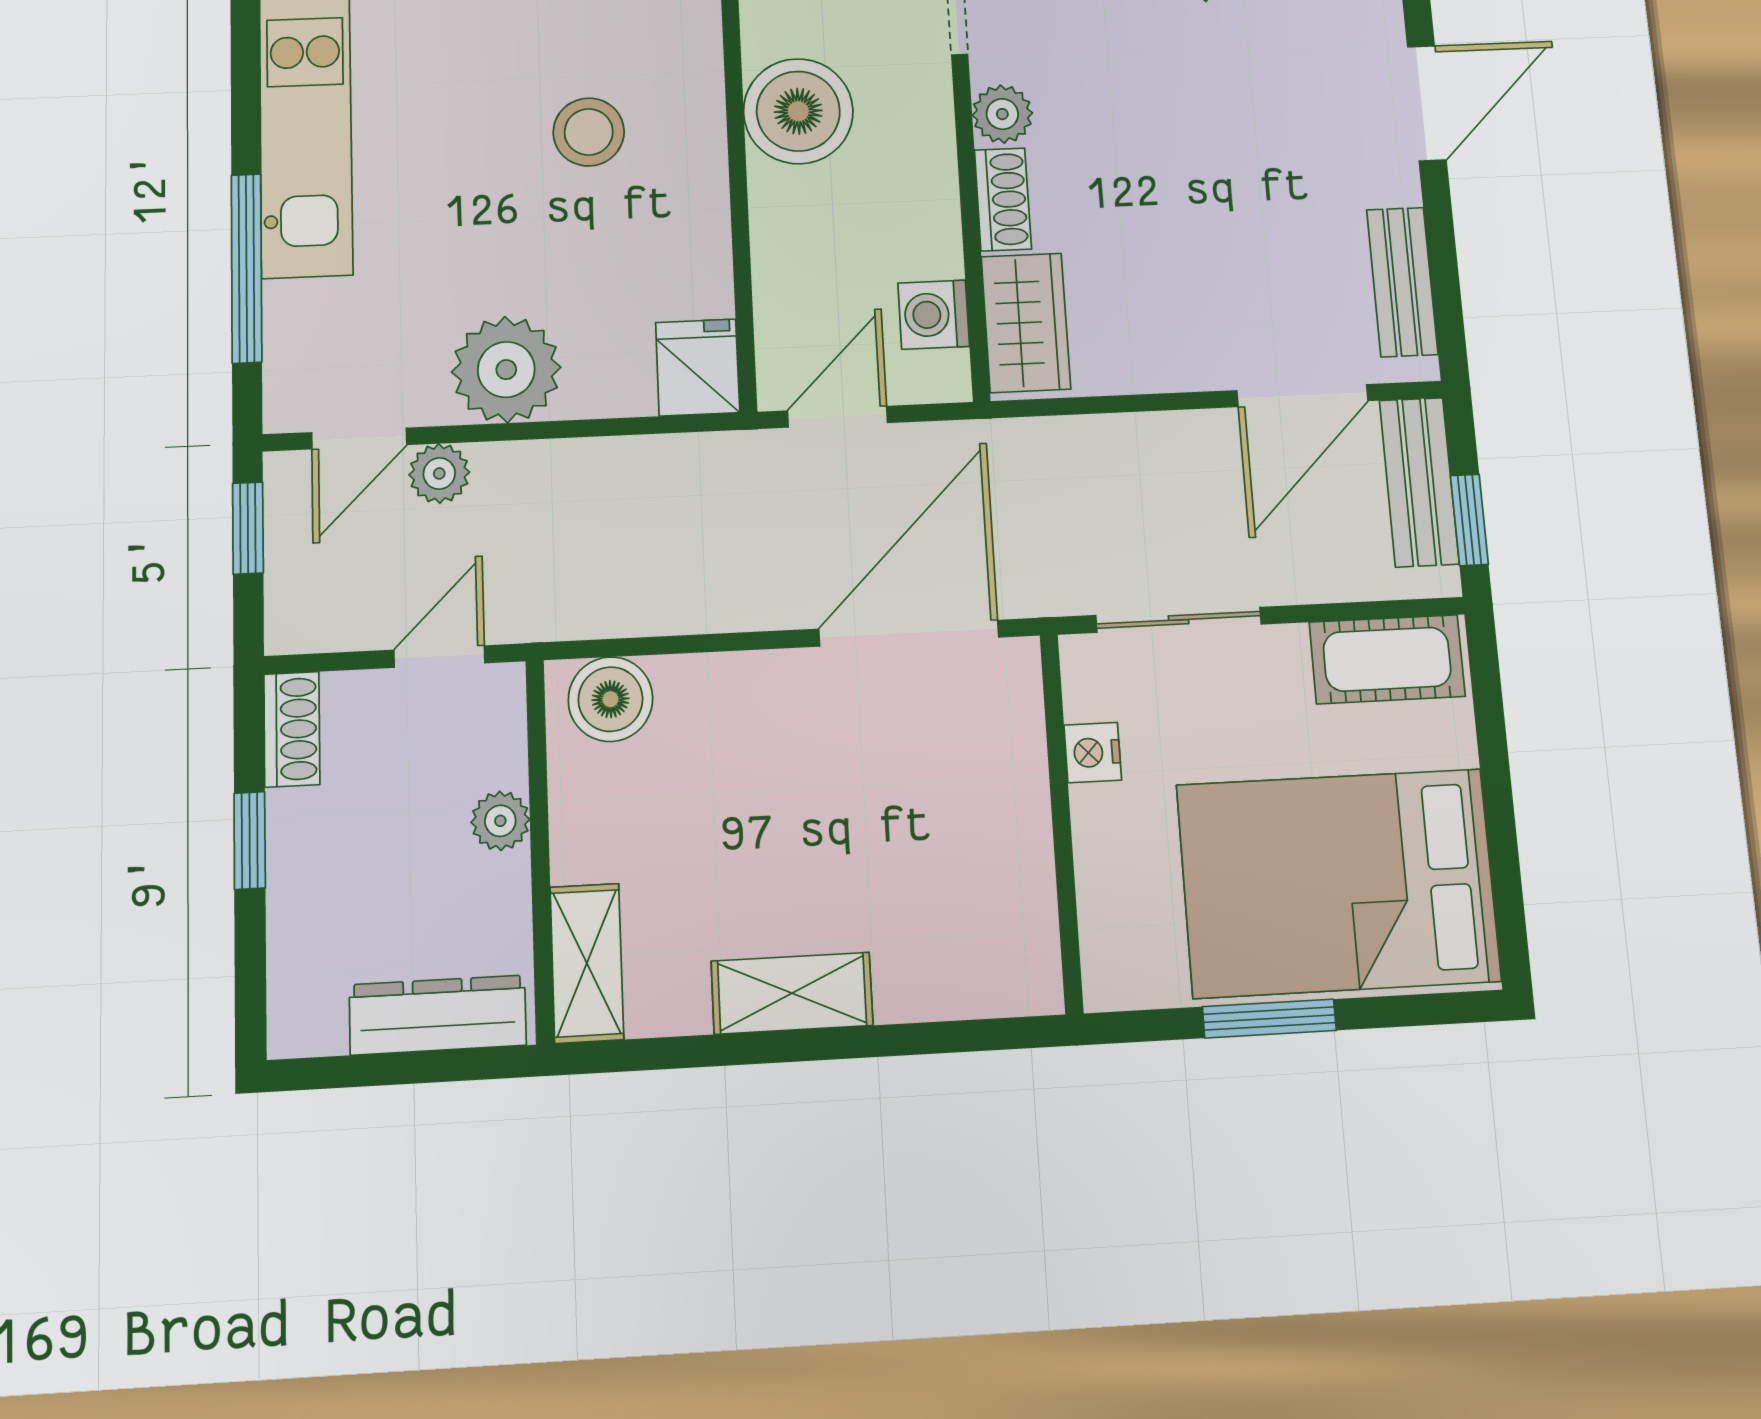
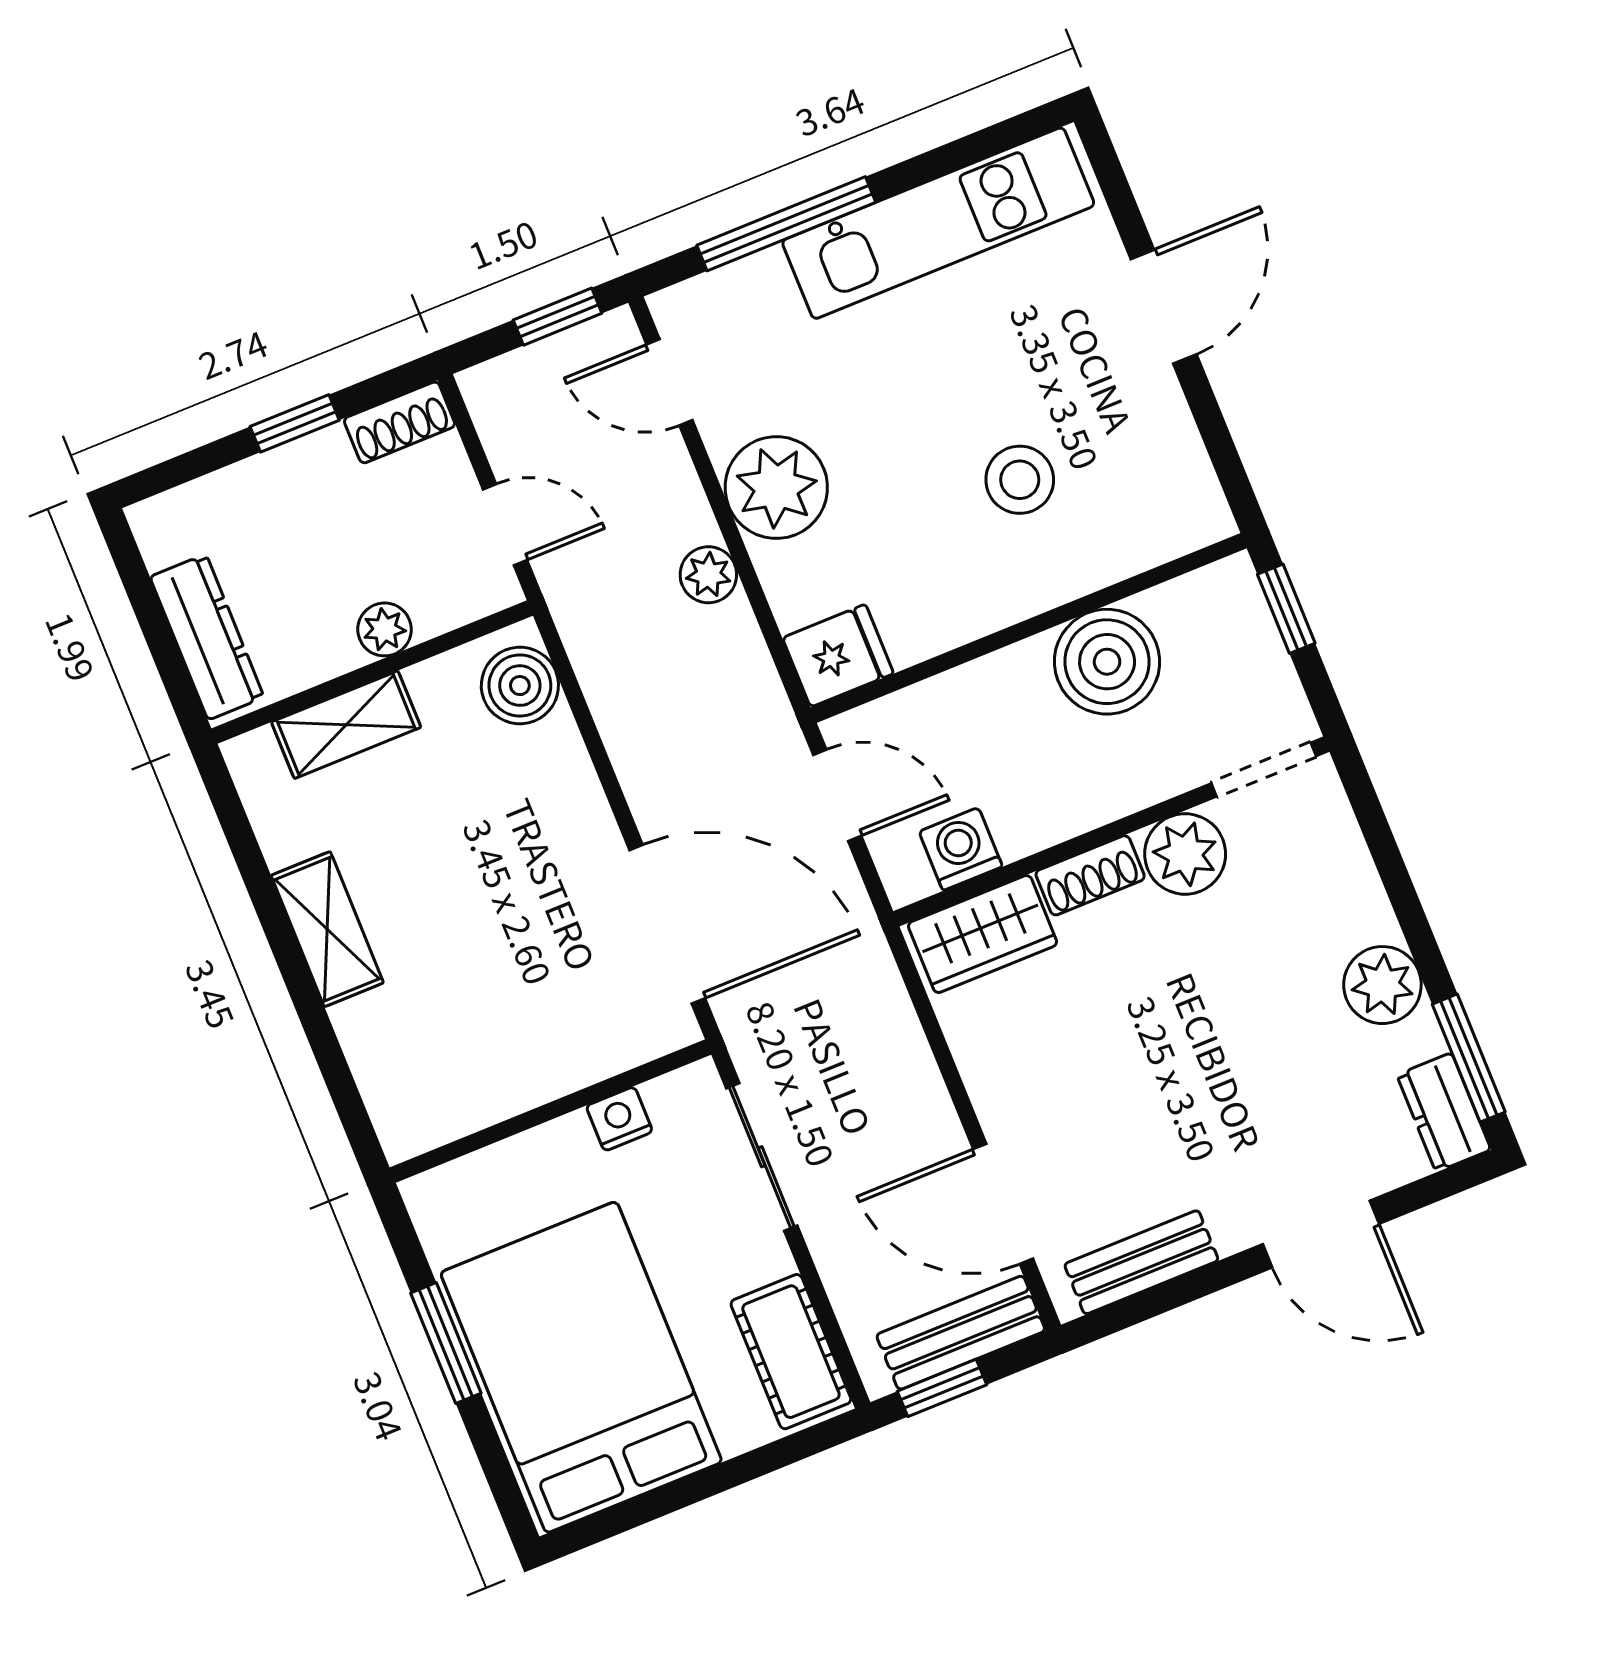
plant: (1002, 114) -> (1185, 854), width x1.38, depth x1.38
plant: (439, 473) -> (708, 575), moved
shelving: (587, 963) -> (346, 725), moved

